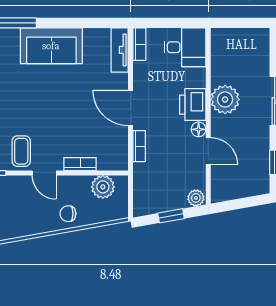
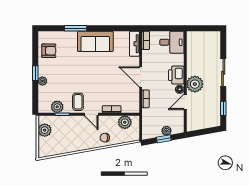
plant: (225, 99) -> (195, 84), moved
door: (208, 151) -> (185, 102), swing flipped
plant: (196, 198) -> (166, 131), moved

